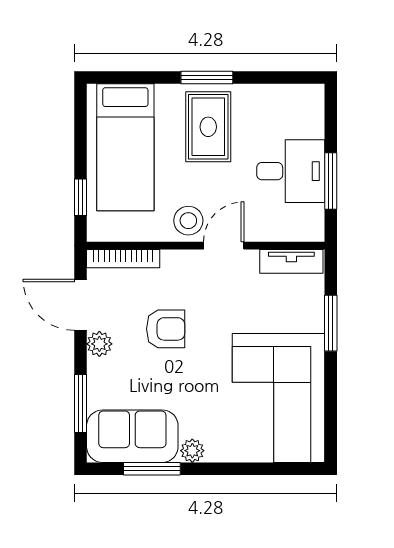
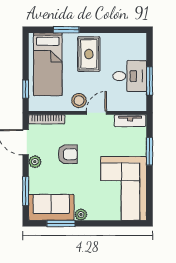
window: (207, 78) -> (66, 30), moved

